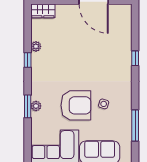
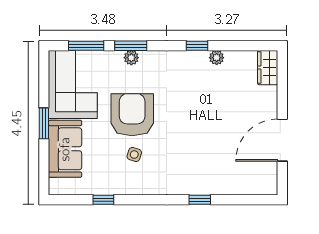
armchair: (76, 105) -> (132, 115), turned 180
window: (135, 126) -> (103, 200), width x0.46
window: (28, 138) -> (86, 46), added

